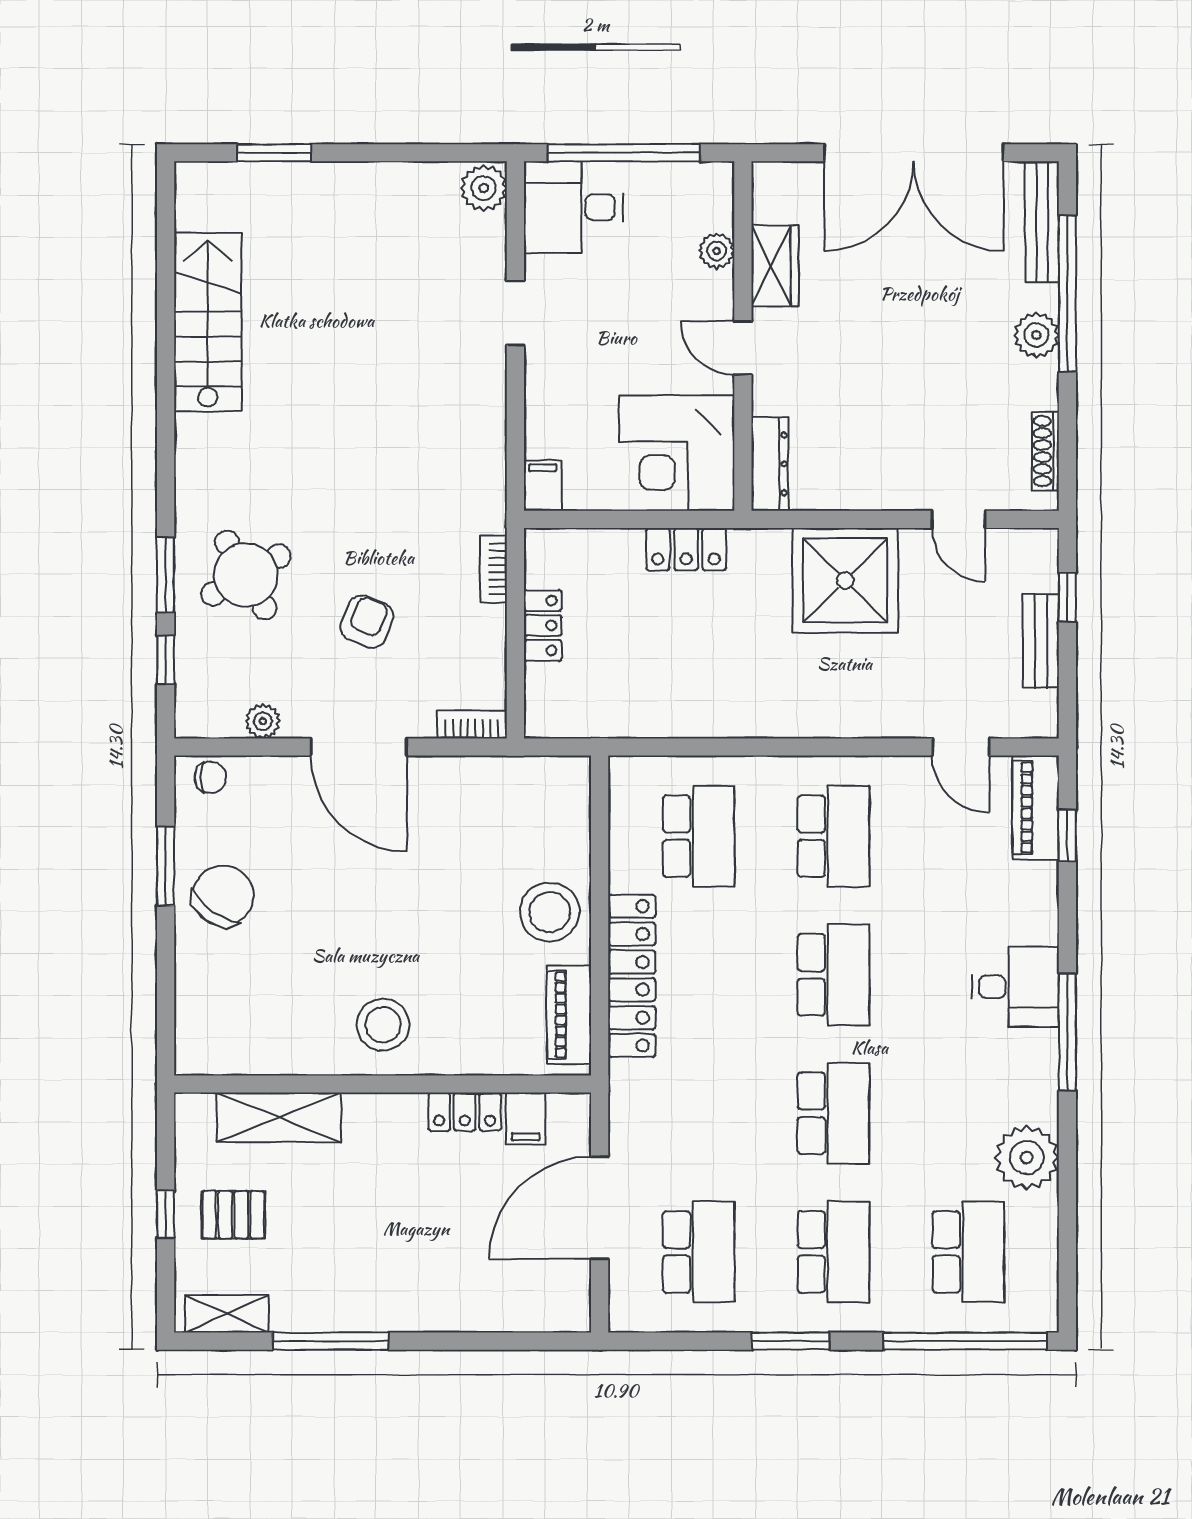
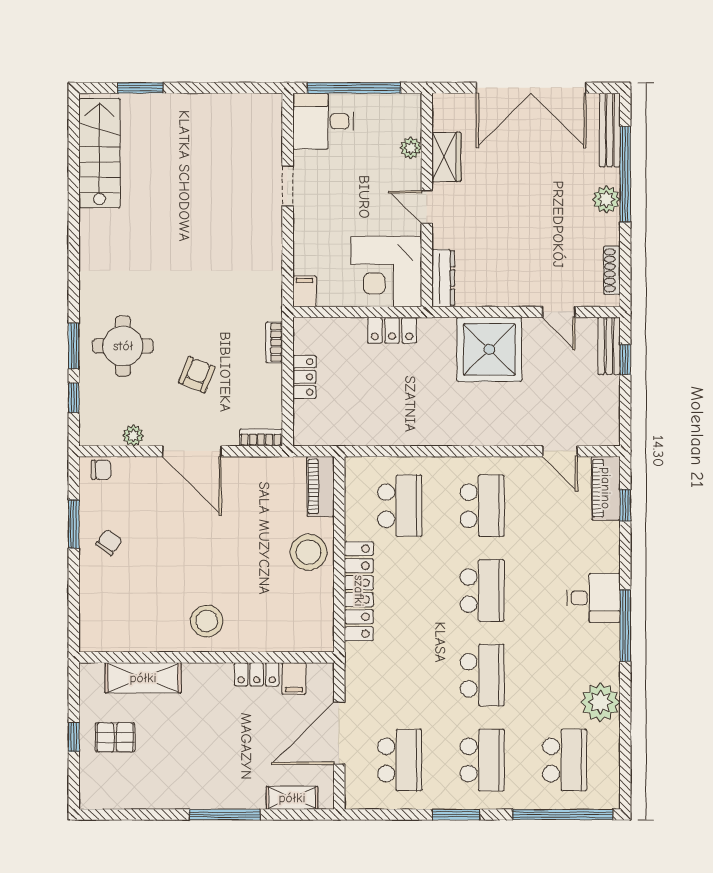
plant: (484, 188) -> (268, 109), removed
stairs: (208, 322) -> (99, 153), moved
round table: (246, 575) -> (123, 346), turned 30
bench: (1041, 641) -> (609, 346), moved
chair: (223, 896) -> (109, 542), width x0.54, depth x0.54
piano: (569, 1015) -> (321, 487), moved
shelving: (227, 1314) -> (292, 798), moved
window: (331, 1341) -> (225, 815), moved

